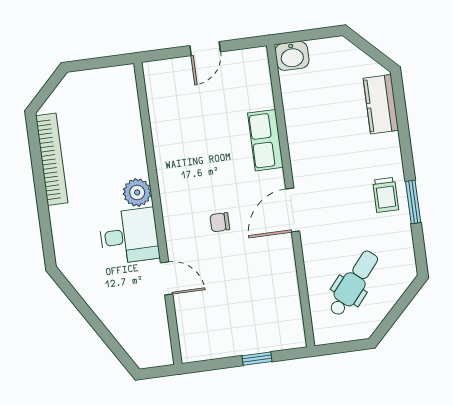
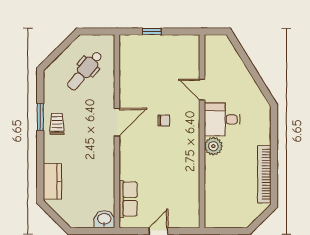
row of seats: (265, 140) -> (128, 199), moved

